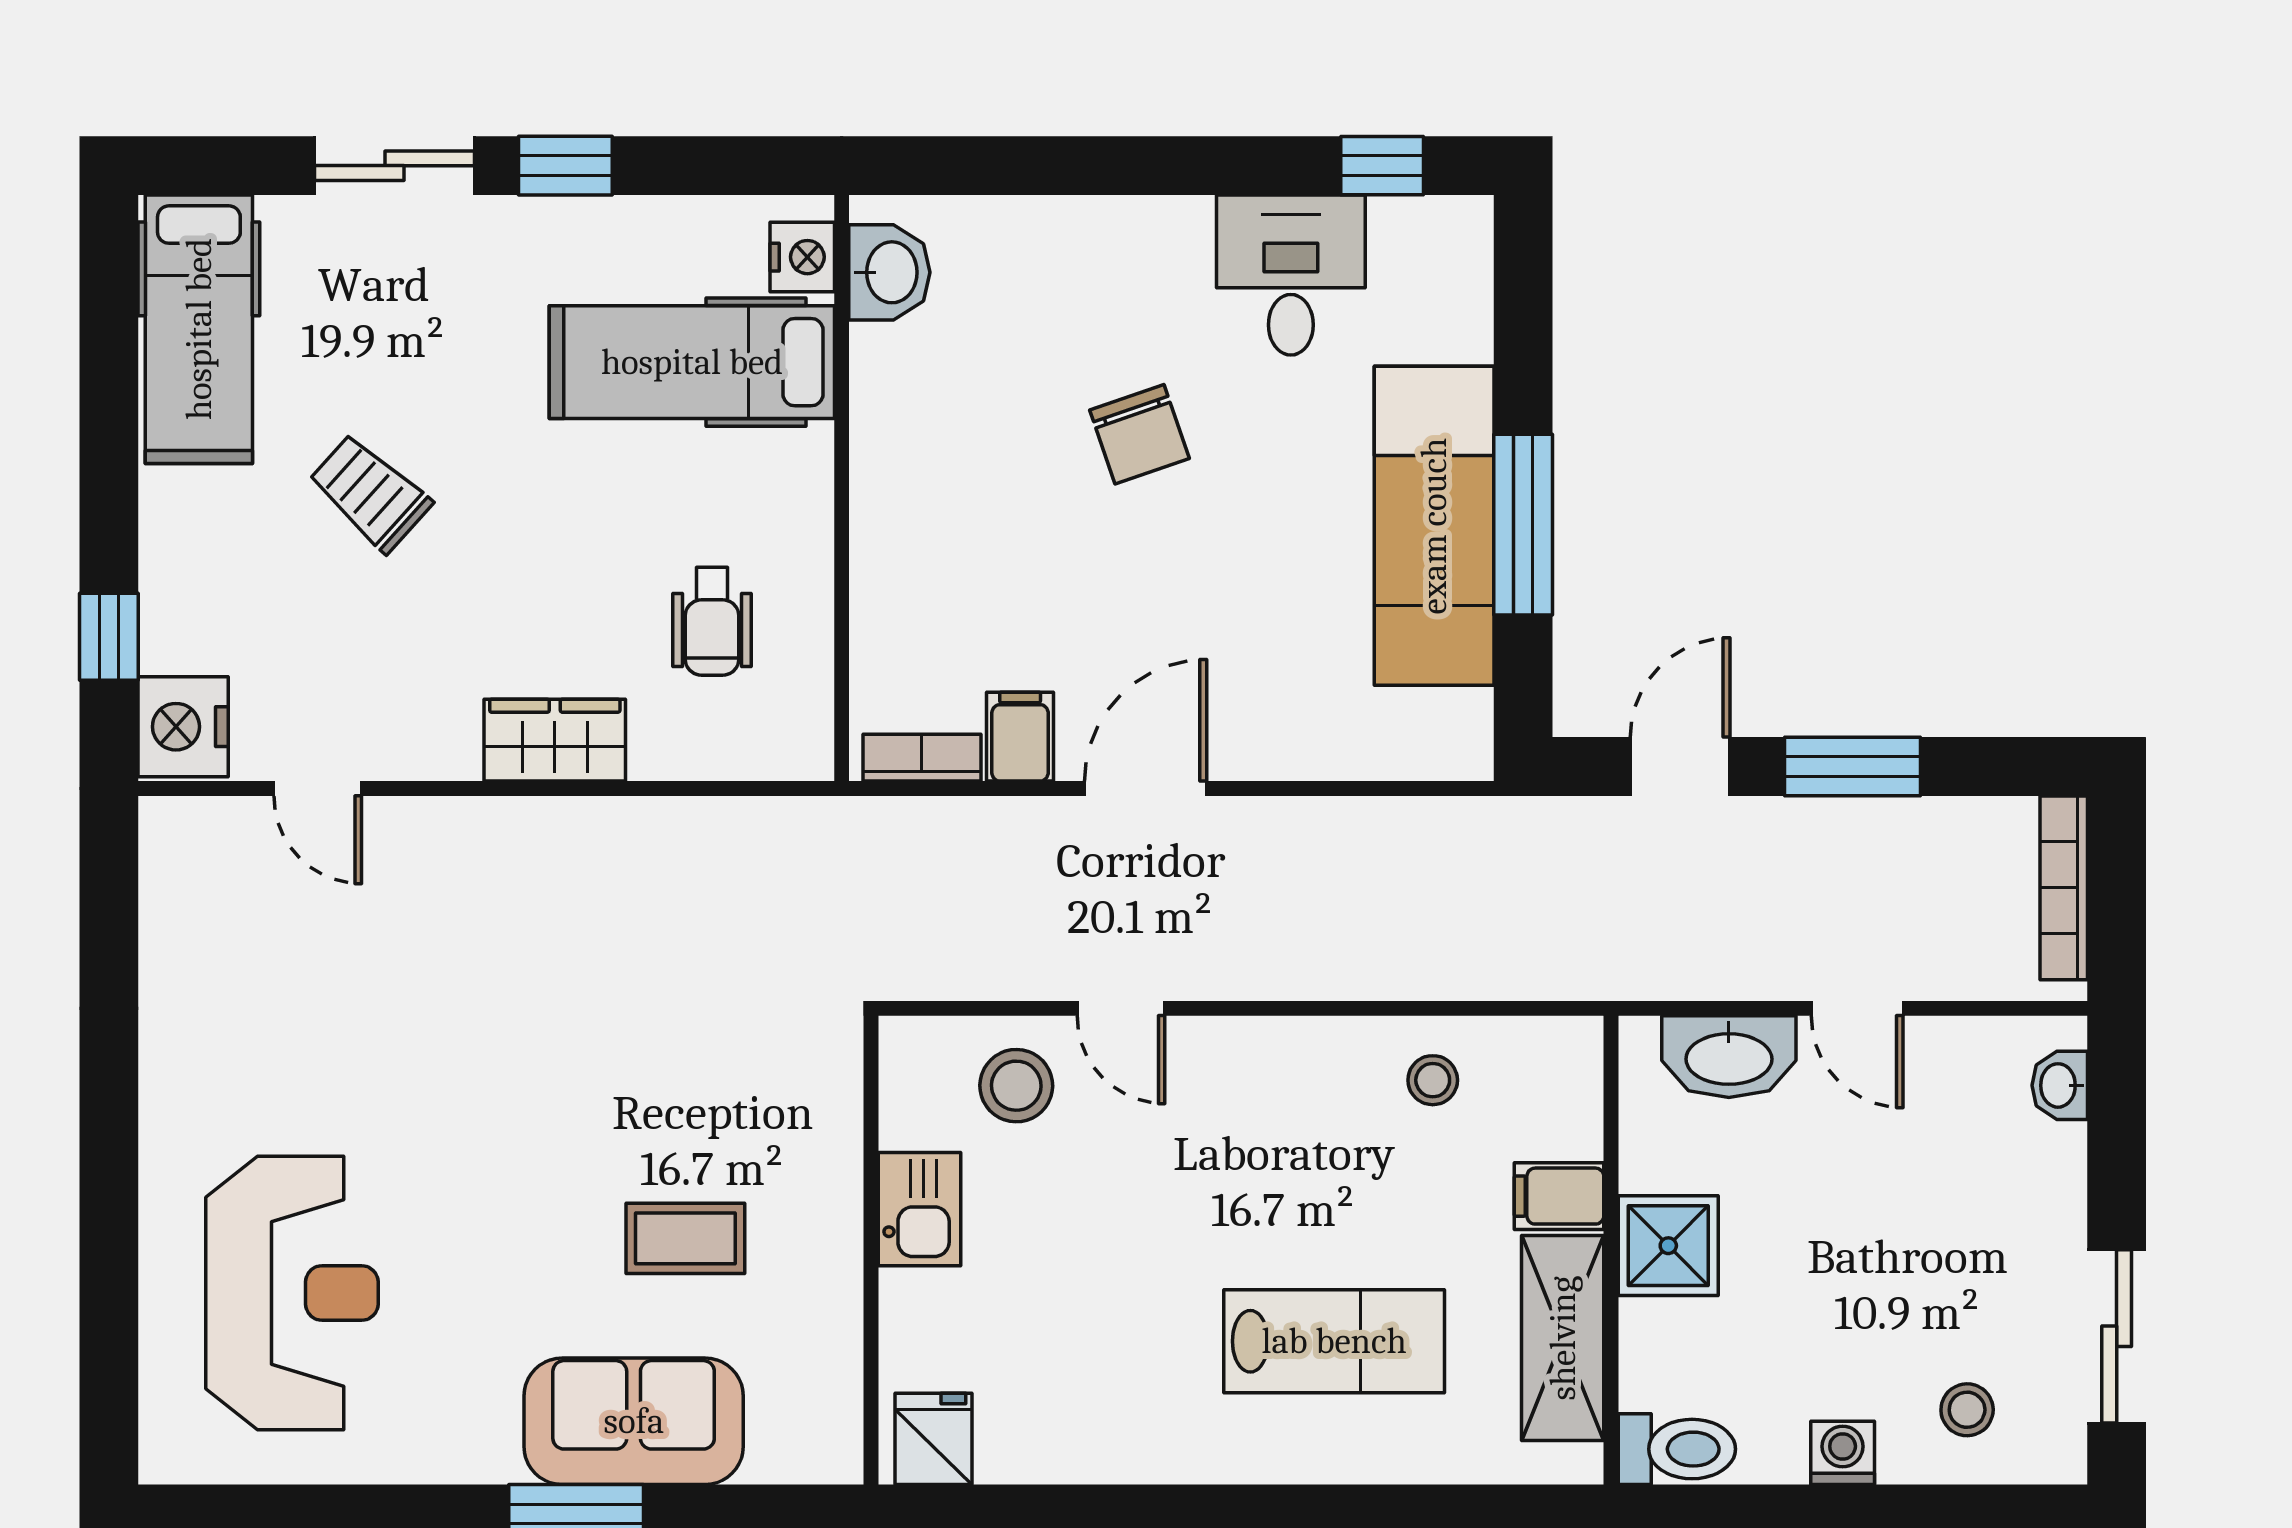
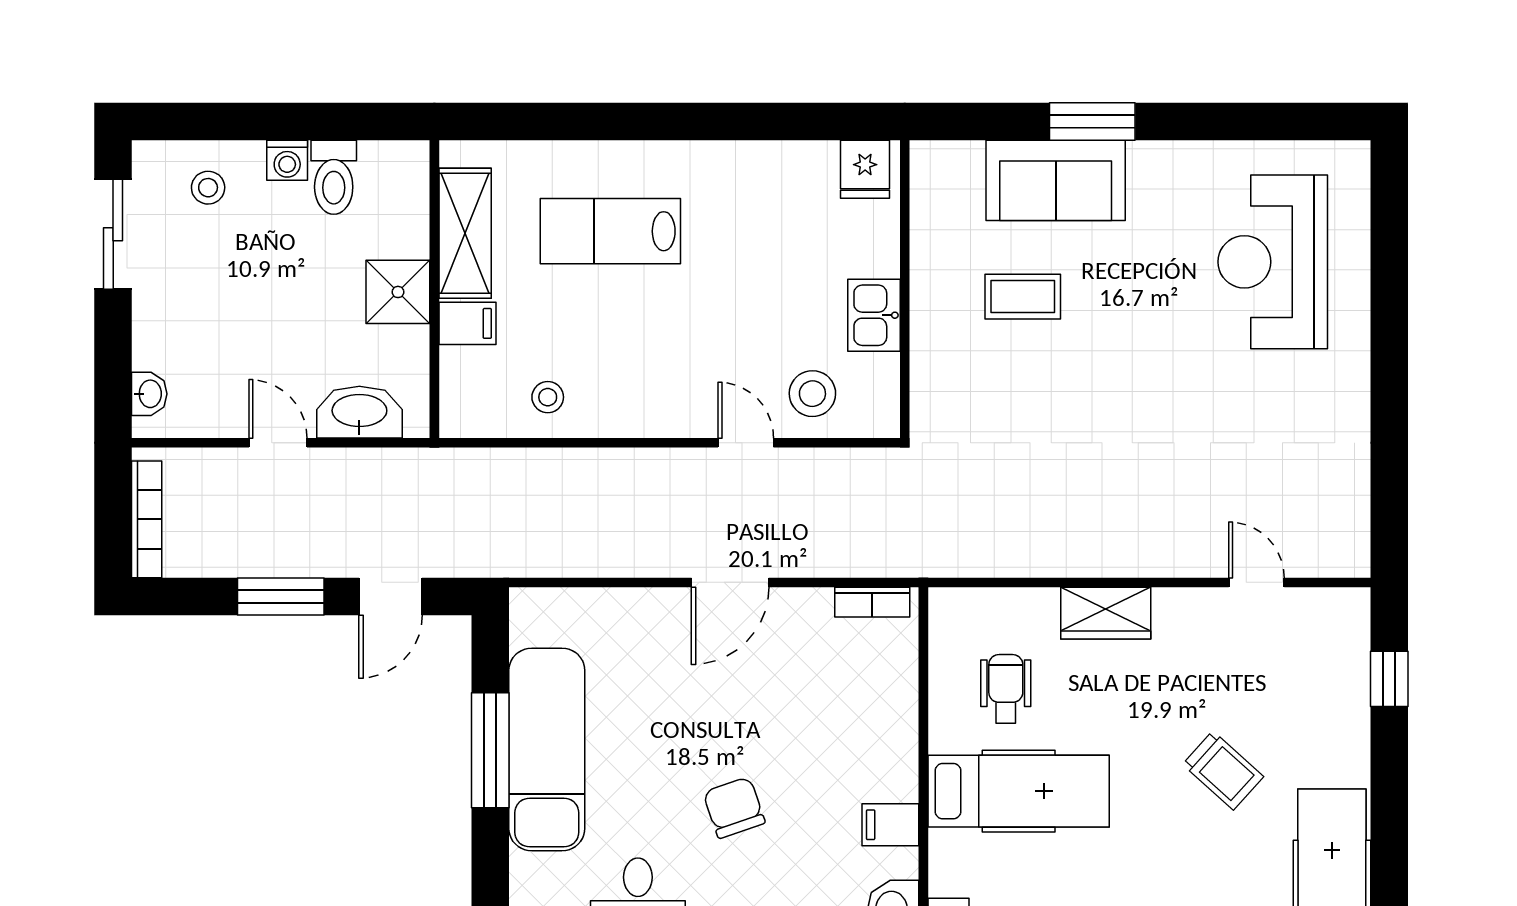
hospital bed: (692, 362) -> (1019, 791), moved
nightstand: (183, 727) -> (1342, 622), removed
filing cabinet: (1020, 737) -> (890, 825), moved, turned 90
toilet: (1677, 1449) -> (334, 177), moved, turned -90

